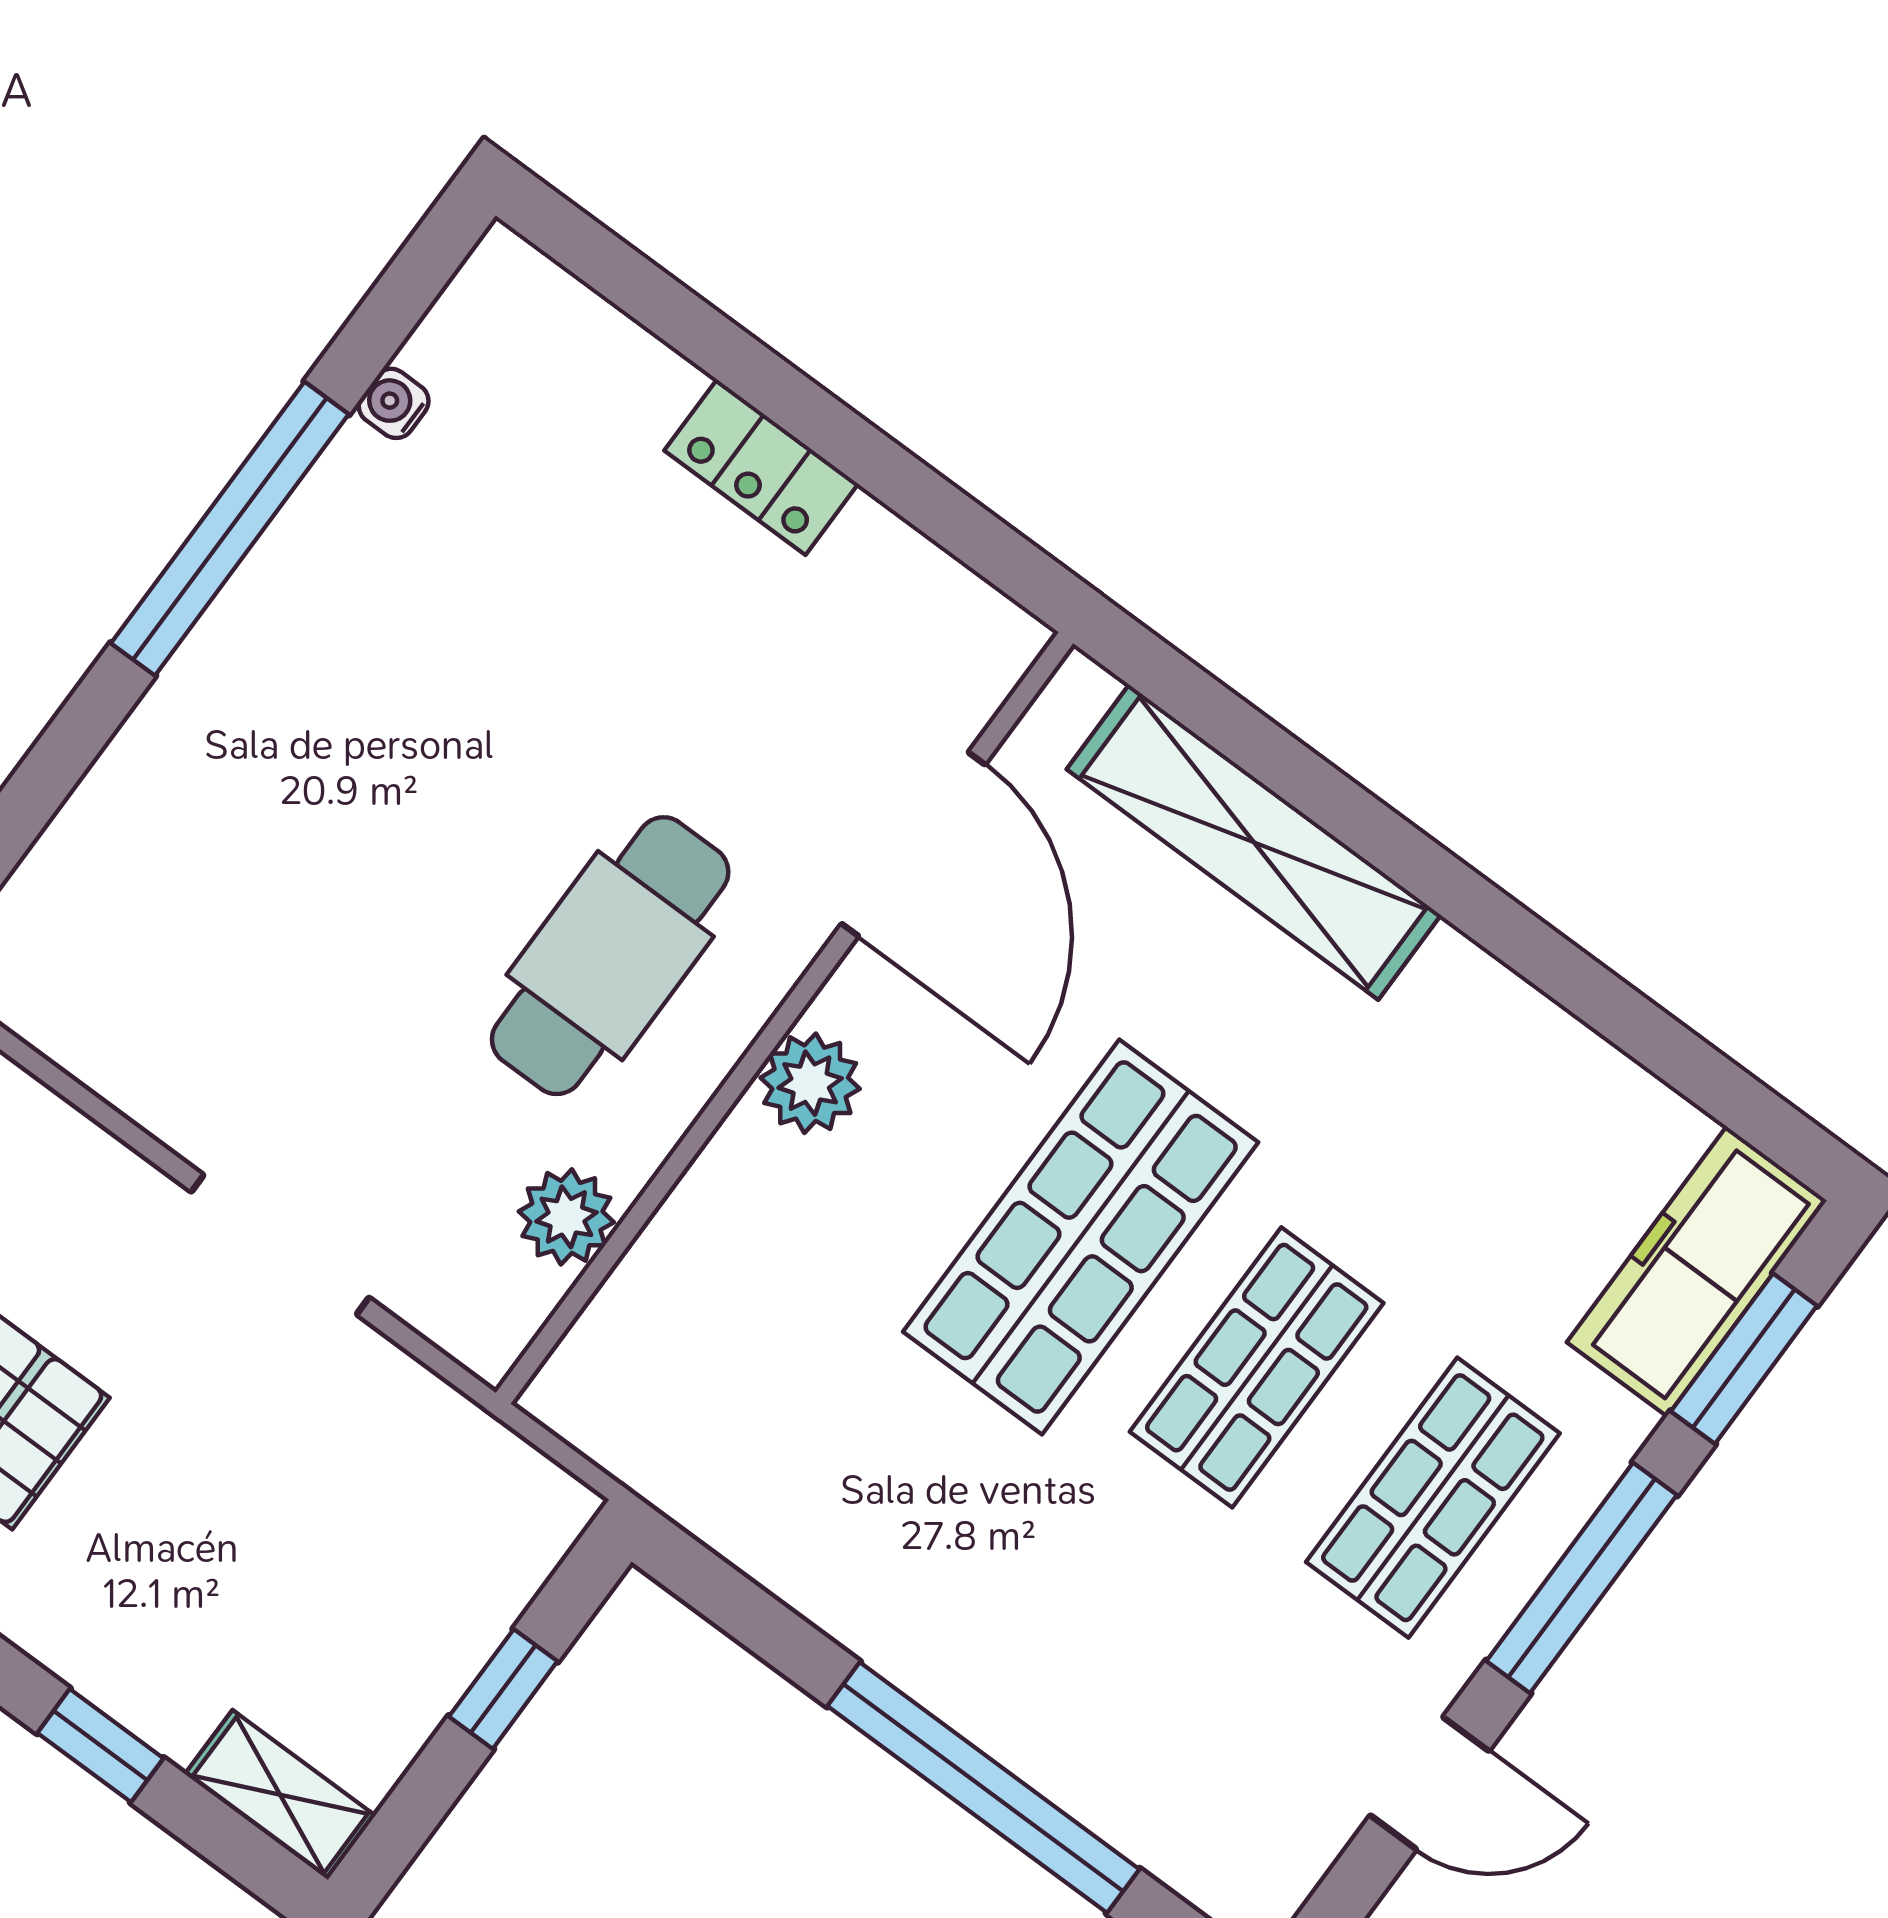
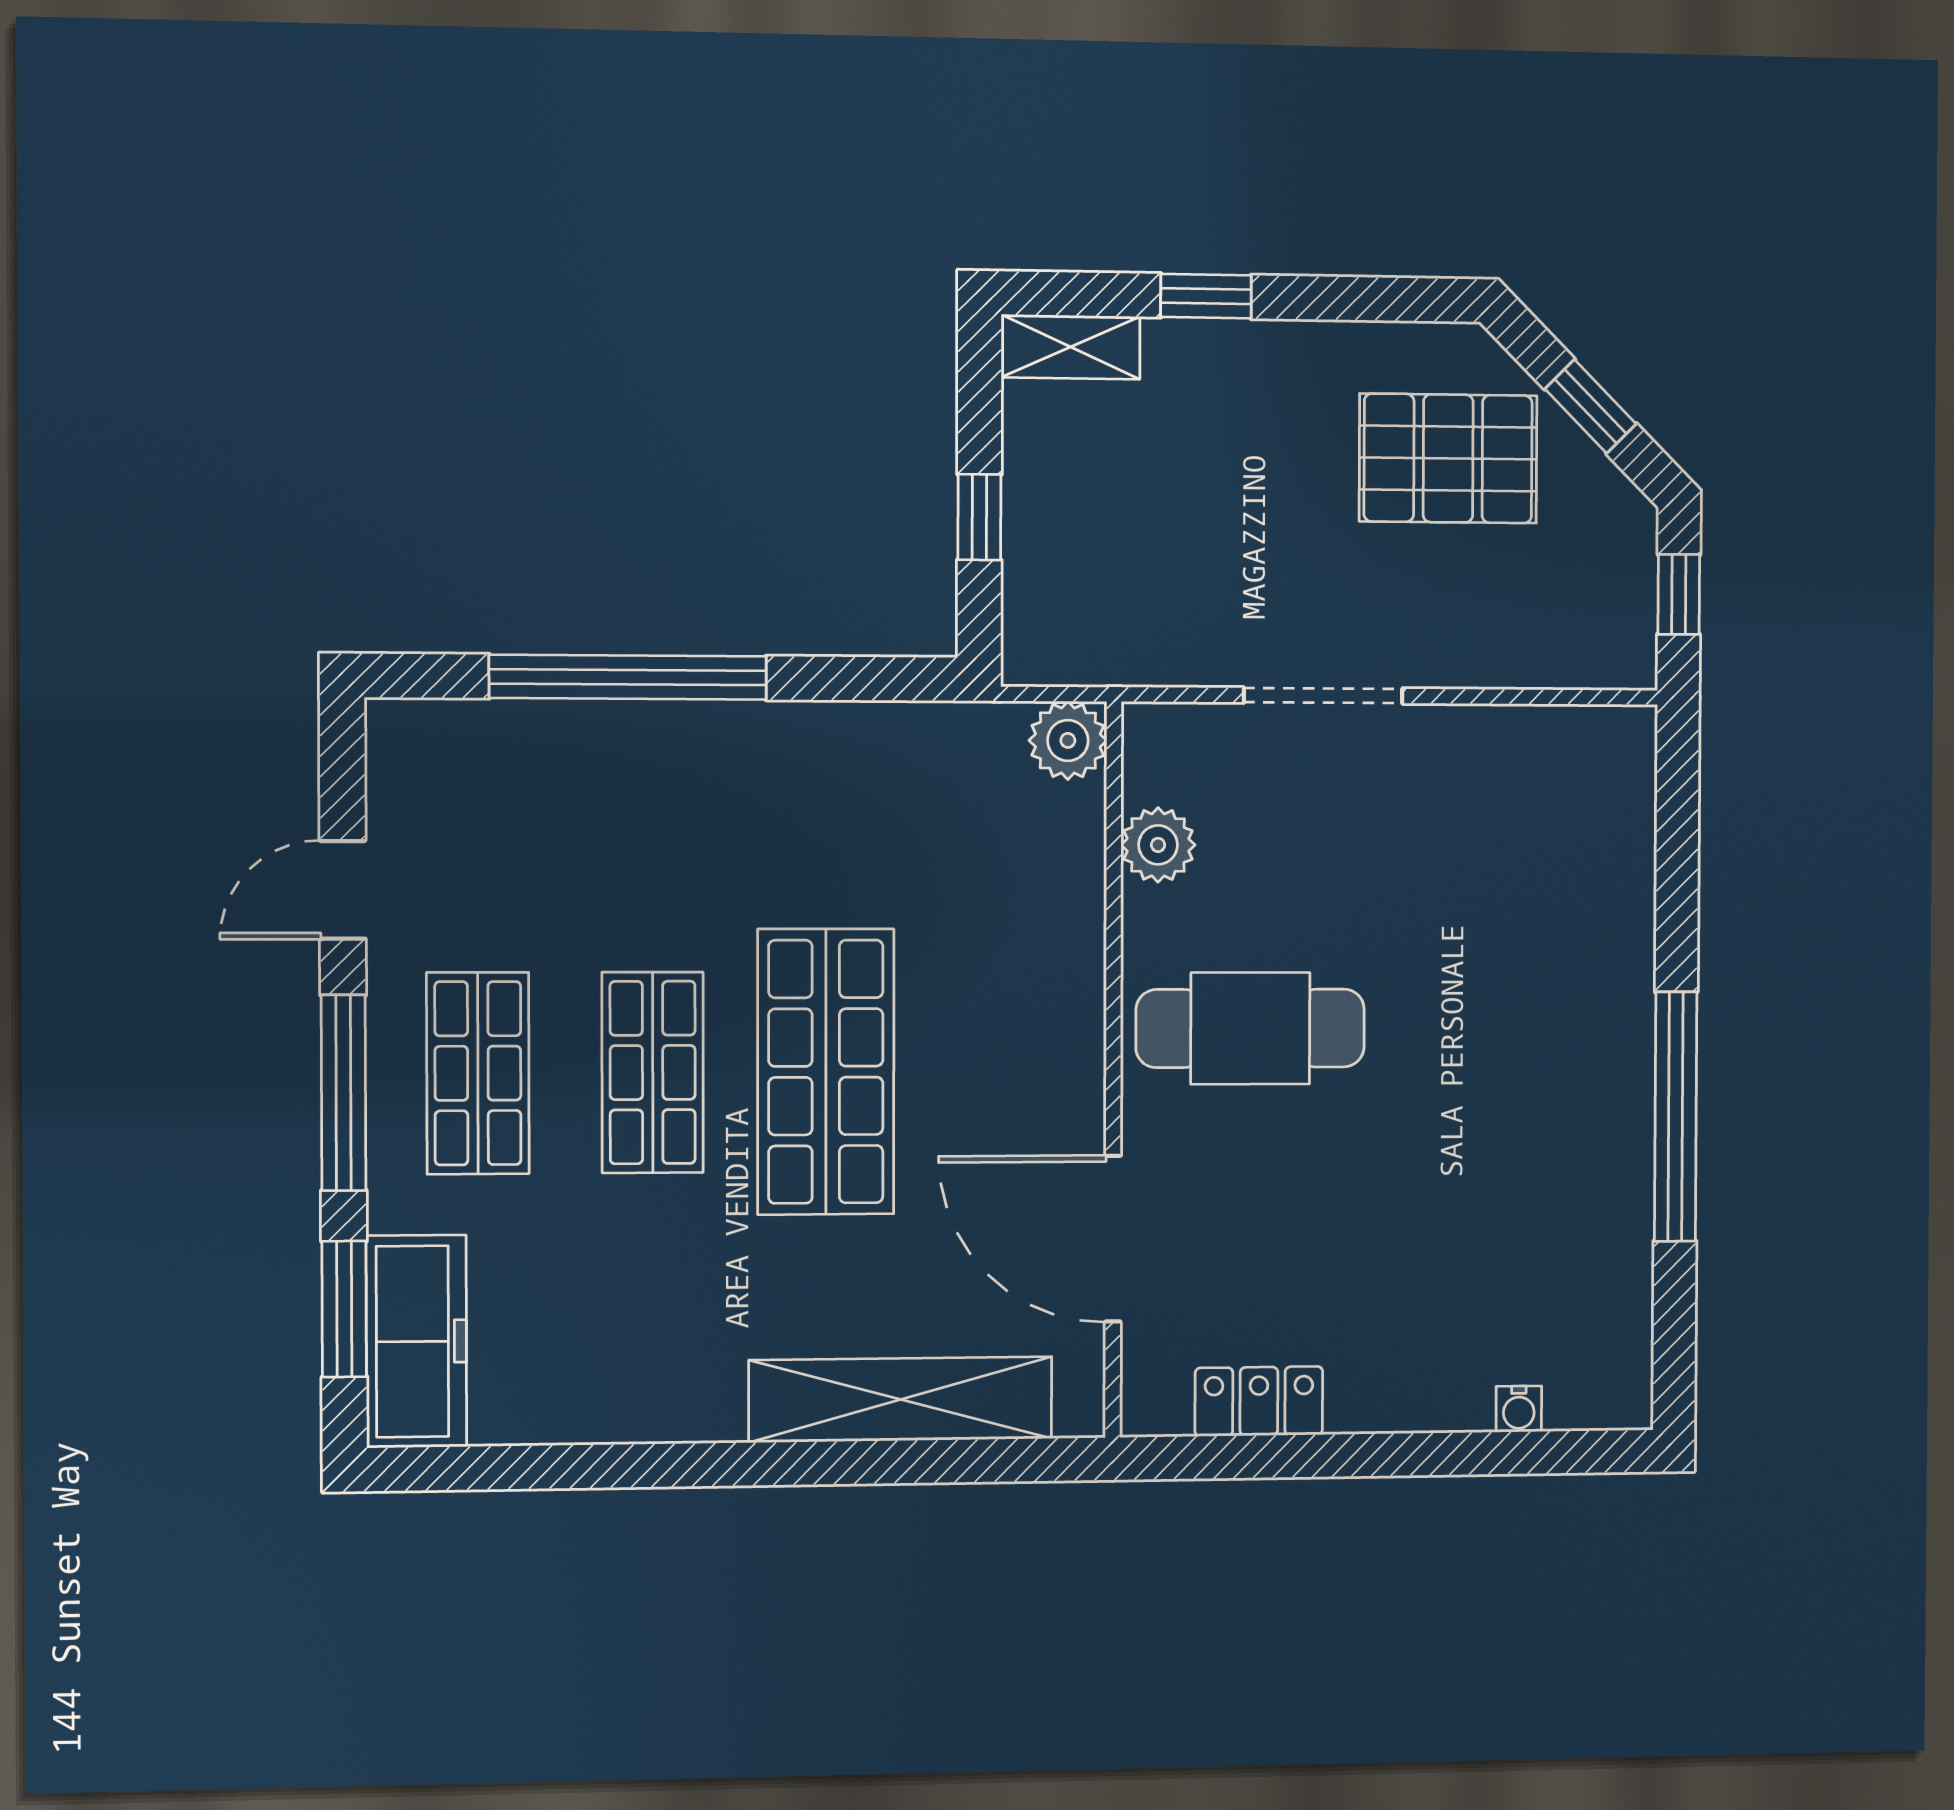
water cooler: (394, 403) -> (1519, 1409), moved, turned 90
locker: (761, 467) -> (1259, 1401), moved
cafe table: (610, 956) -> (1250, 1028), turned 90
plant: (810, 1083) -> (1068, 740), moved

